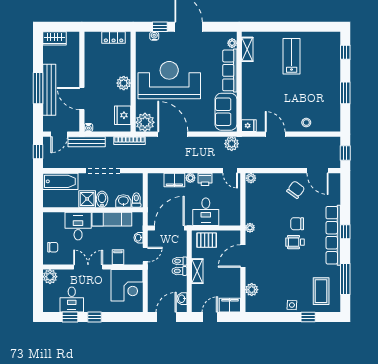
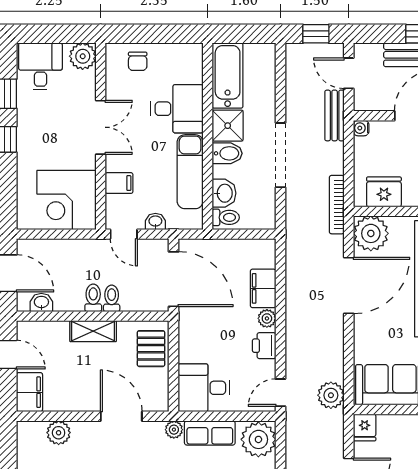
bench: (87, 142) -> (335, 115), width x0.73
plant: (251, 178) -> (258, 439), width x1.88, depth x1.88
bathtub: (60, 181) -> (228, 76), moved, turned 180
row of seats: (252, 209) -> (210, 433), added
desk: (206, 212) -> (204, 388), moved
desk: (72, 300) -> (40, 66), moved, turned 90

